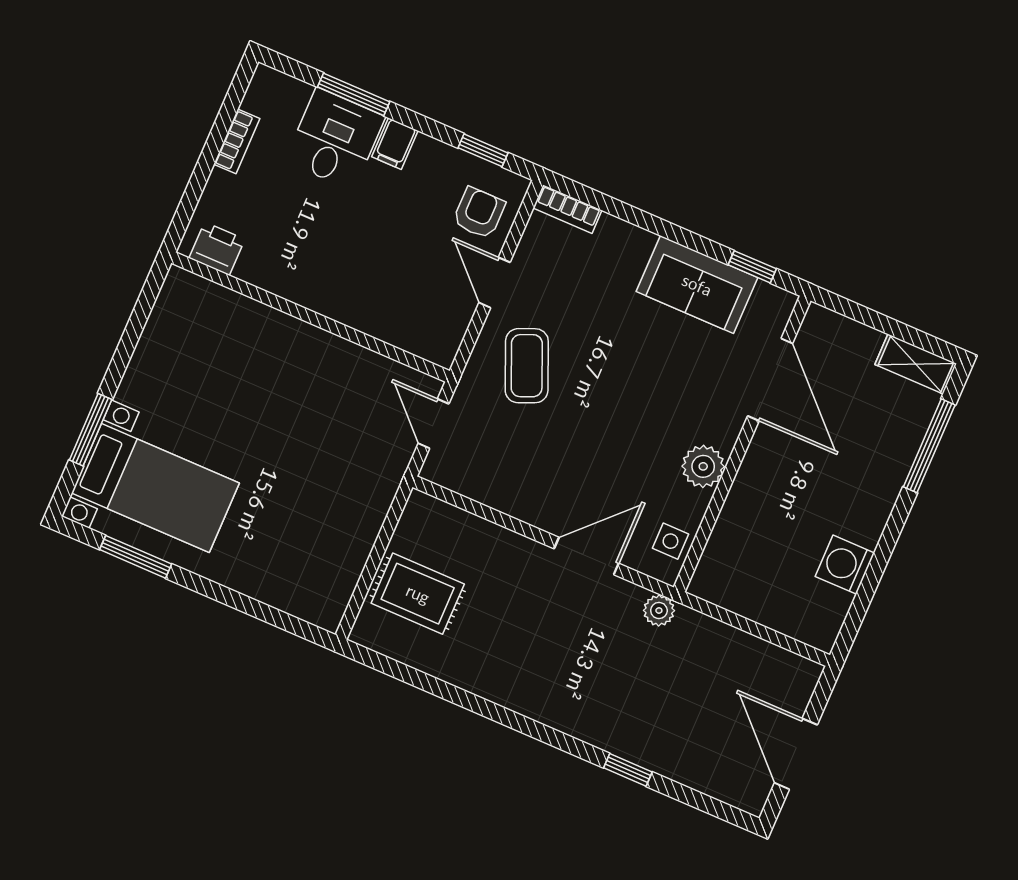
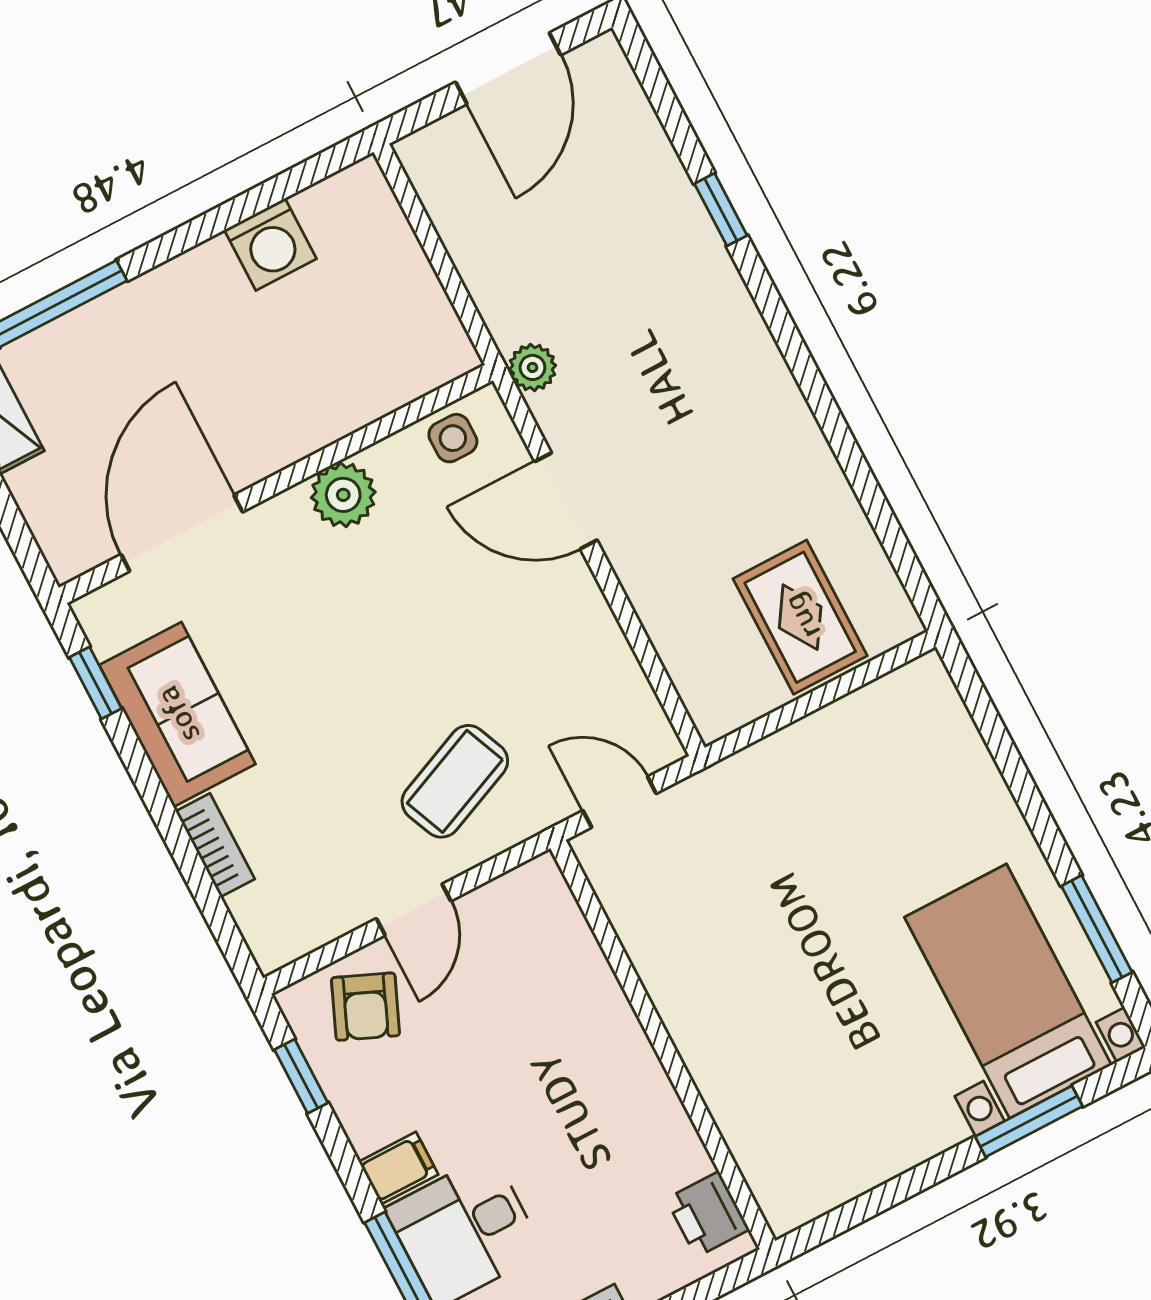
bookcase: (567, 209) -> (215, 845), moved
armchair: (479, 213) -> (365, 1007), turned -67
door: (433, 424) -> (620, 802), swing flipped

